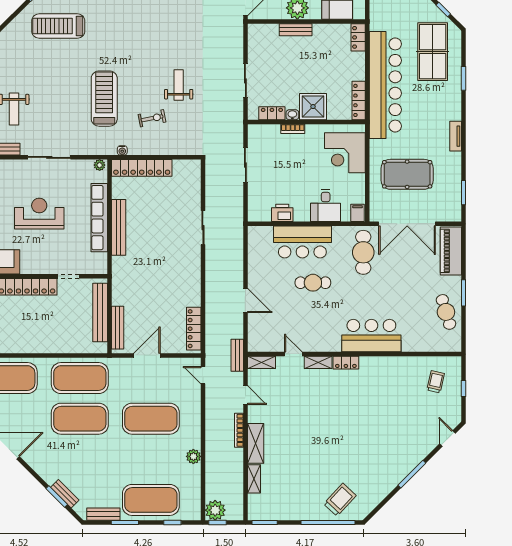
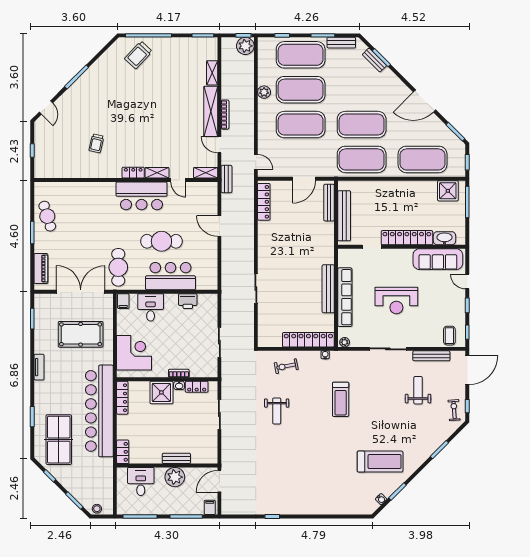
treadmill: (104, 99) -> (341, 399), width x0.73, depth x0.73
exercise bike: (152, 118) -> (286, 366), moved
piano: (451, 251) -> (41, 269), width x0.73, depth x0.75
cafe table: (313, 283) -> (161, 241), width x1.37, depth x1.35
bar counter: (371, 336) -> (142, 196), moved
trolley: (436, 382) -> (96, 143), moved
shelving: (256, 443) -> (211, 111), width x1.47
exercise mat: (151, 459) -> (301, 90), added

